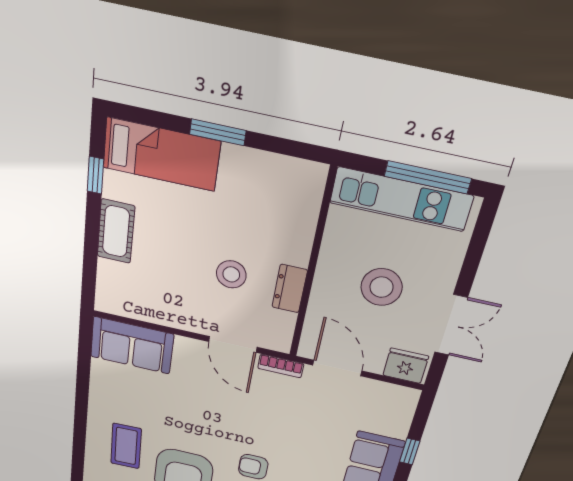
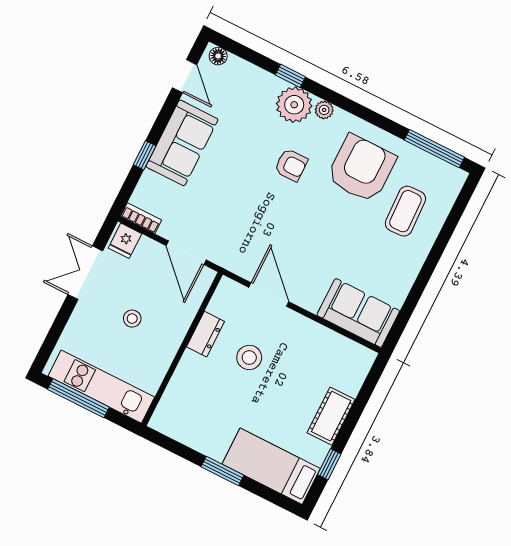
stool: (382, 287) -> (132, 319), width x0.53, depth x0.53
bookcase: (281, 366) -> (141, 218), moved
fridge: (406, 366) -> (125, 241), width x0.72

